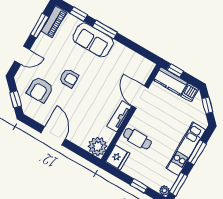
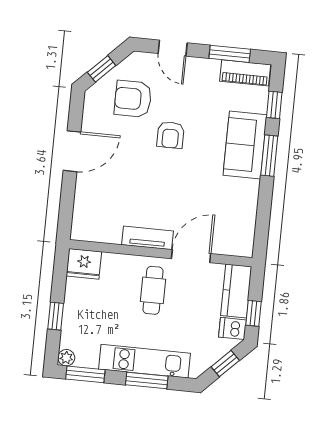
window: (175, 71) -> (253, 313), moved
cafe table: (137, 139) -> (153, 290), moved
plant: (98, 146) -> (87, 226), removed

